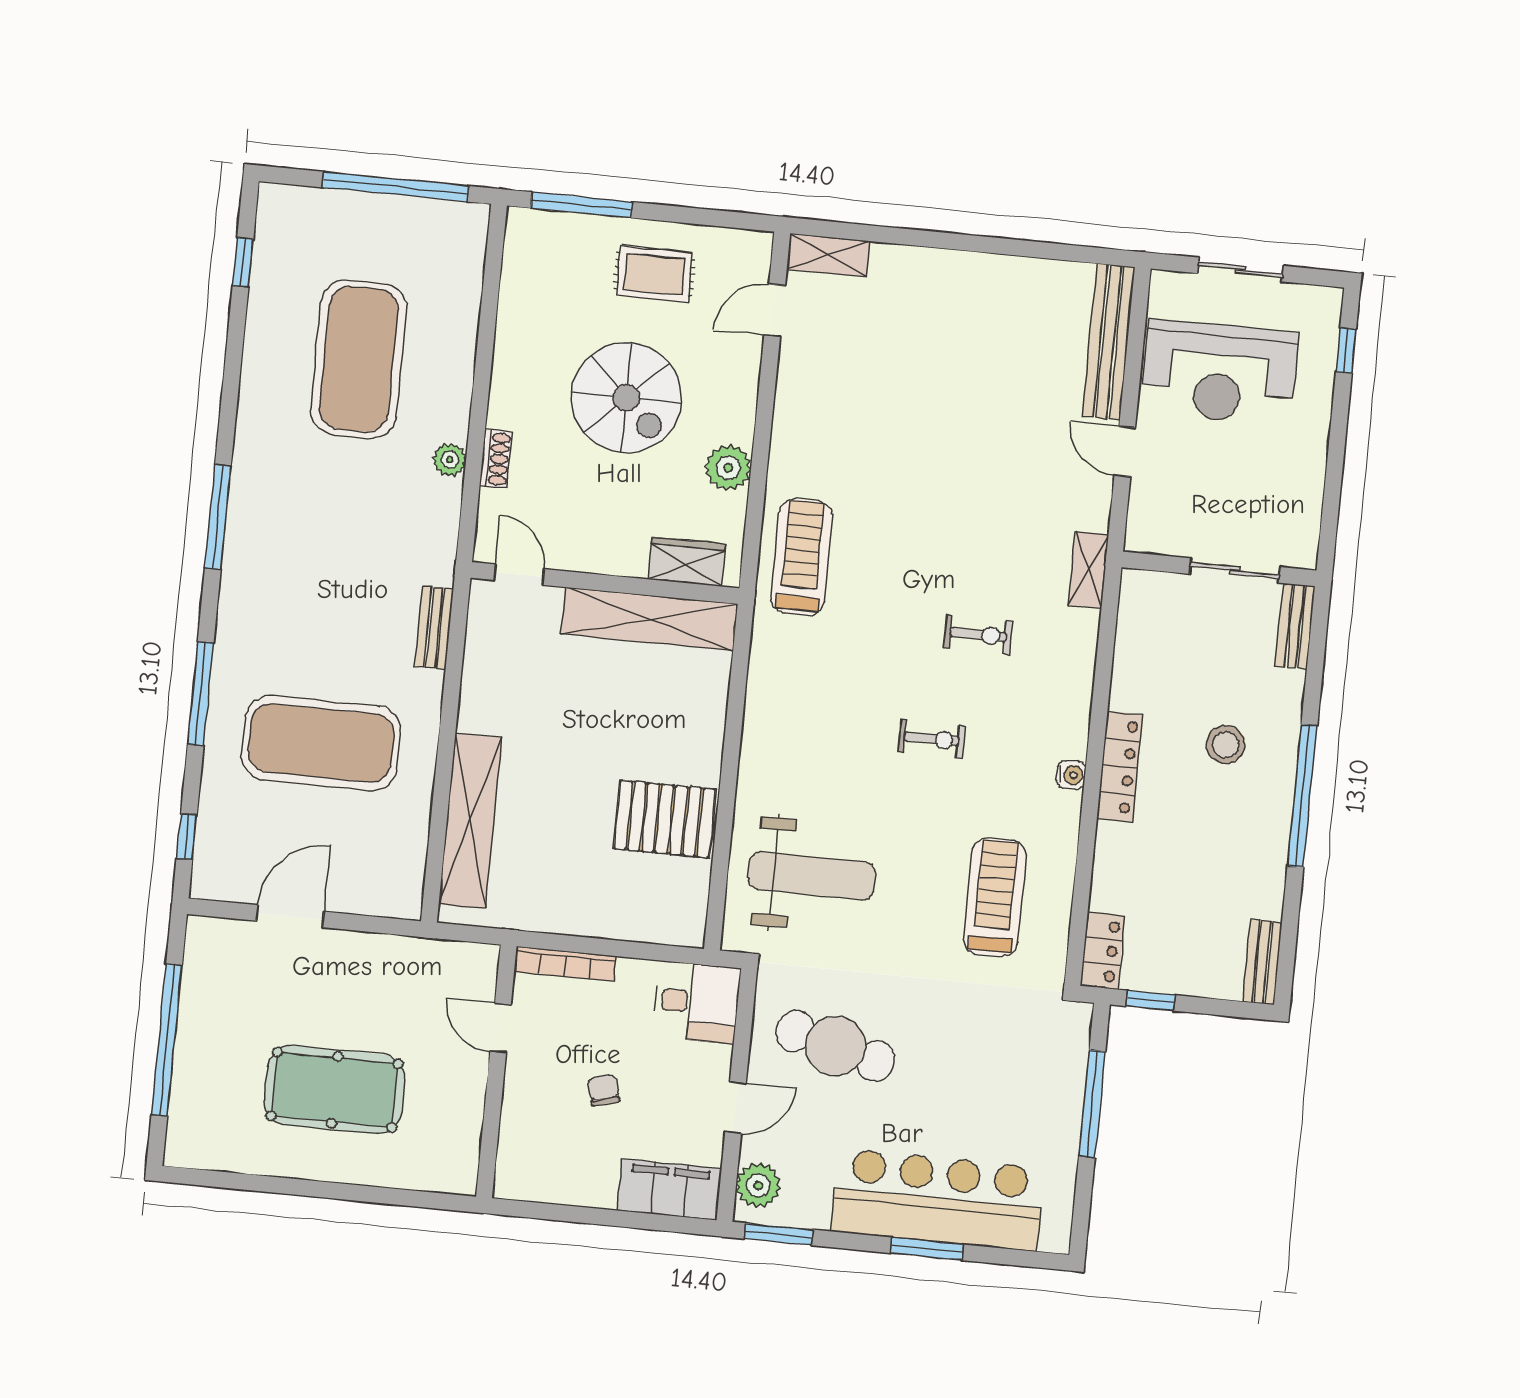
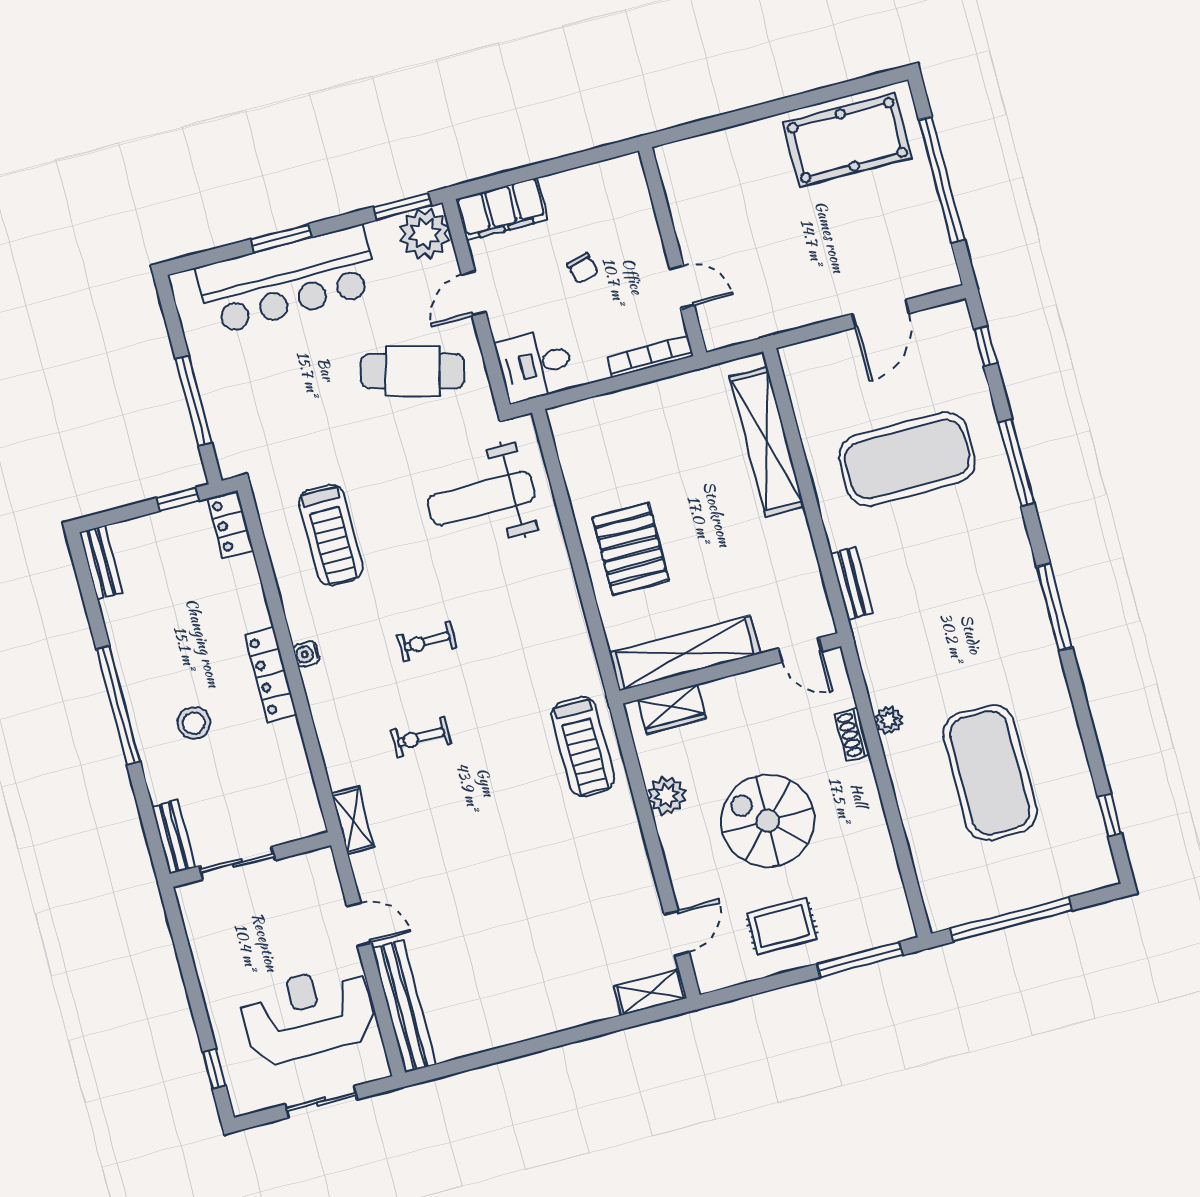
pallet: (665, 819) -> (631, 549), moved, turned 90
pool table: (335, 1090) -> (847, 140), moved
plant: (758, 1185) -> (425, 234), width x1.36, depth x1.36

